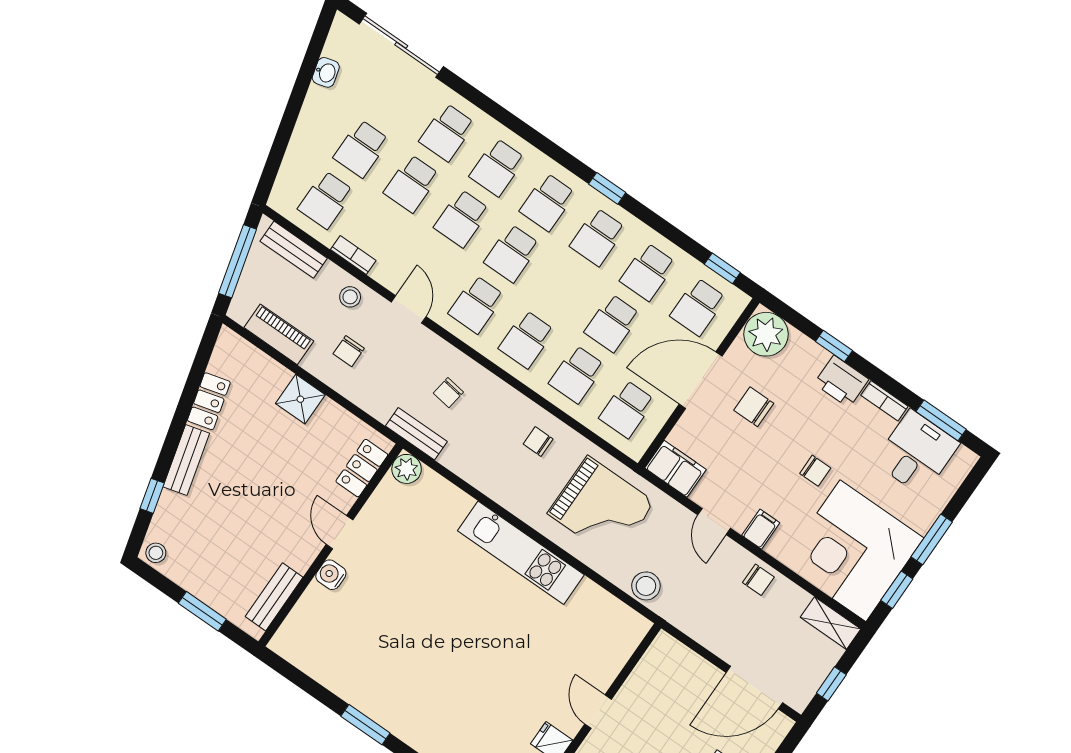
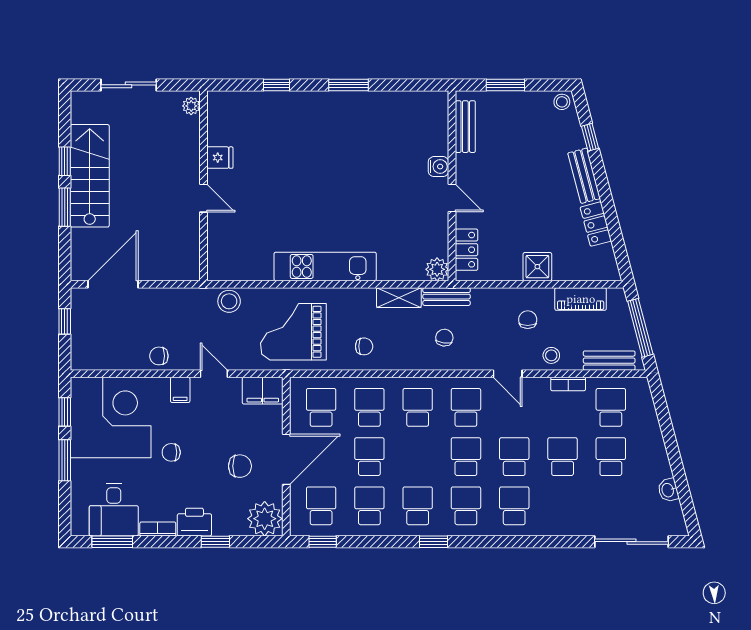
school desk: (447, 132) -> (563, 506), removed
shelving: (831, 623) -> (399, 298), moved

